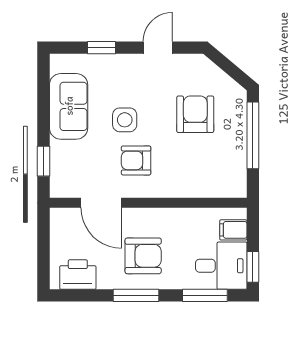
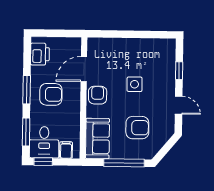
sofa: (69, 106) -> (98, 139), moved, turned -90
armchair: (136, 160) -> (98, 95), moved
window: (43, 161) -> (110, 34), removed
armchair: (143, 256) -> (51, 94), turned -90

